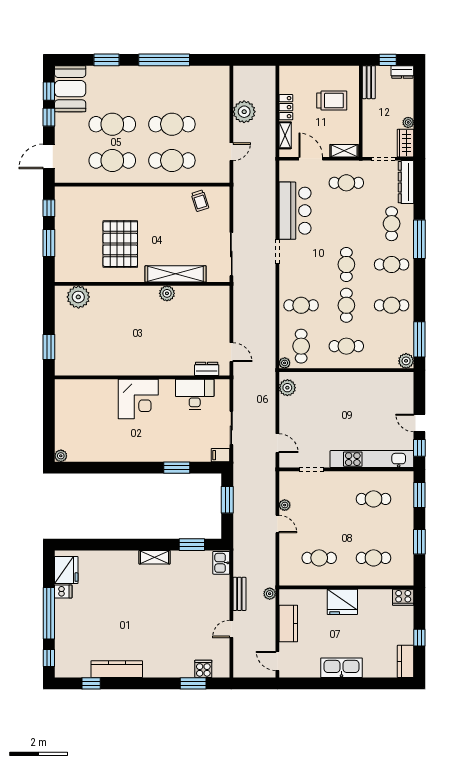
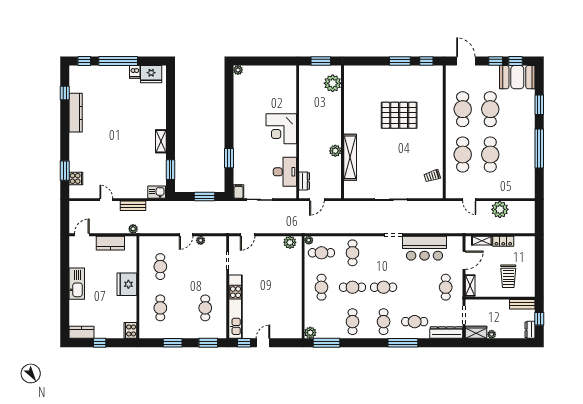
shelving: (176, 274) -> (350, 157), moved
wall: (142, 284) -> (343, 132), moved
plant: (167, 293) -> (335, 151), moved
plant: (78, 297) -> (333, 83), moved

